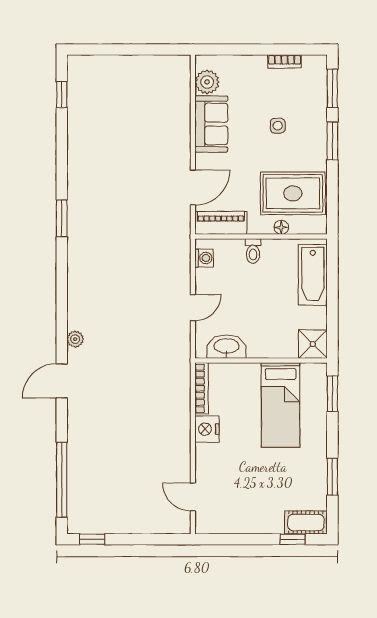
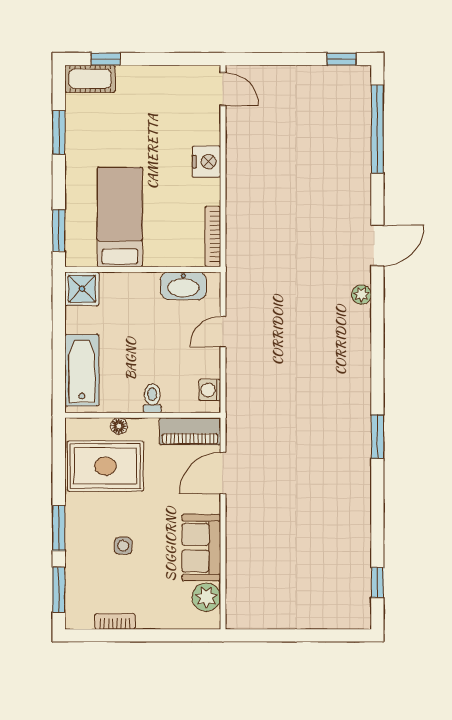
nightstand: (207, 429) -> (206, 162), moved
door: (193, 497) -> (223, 89), moved

